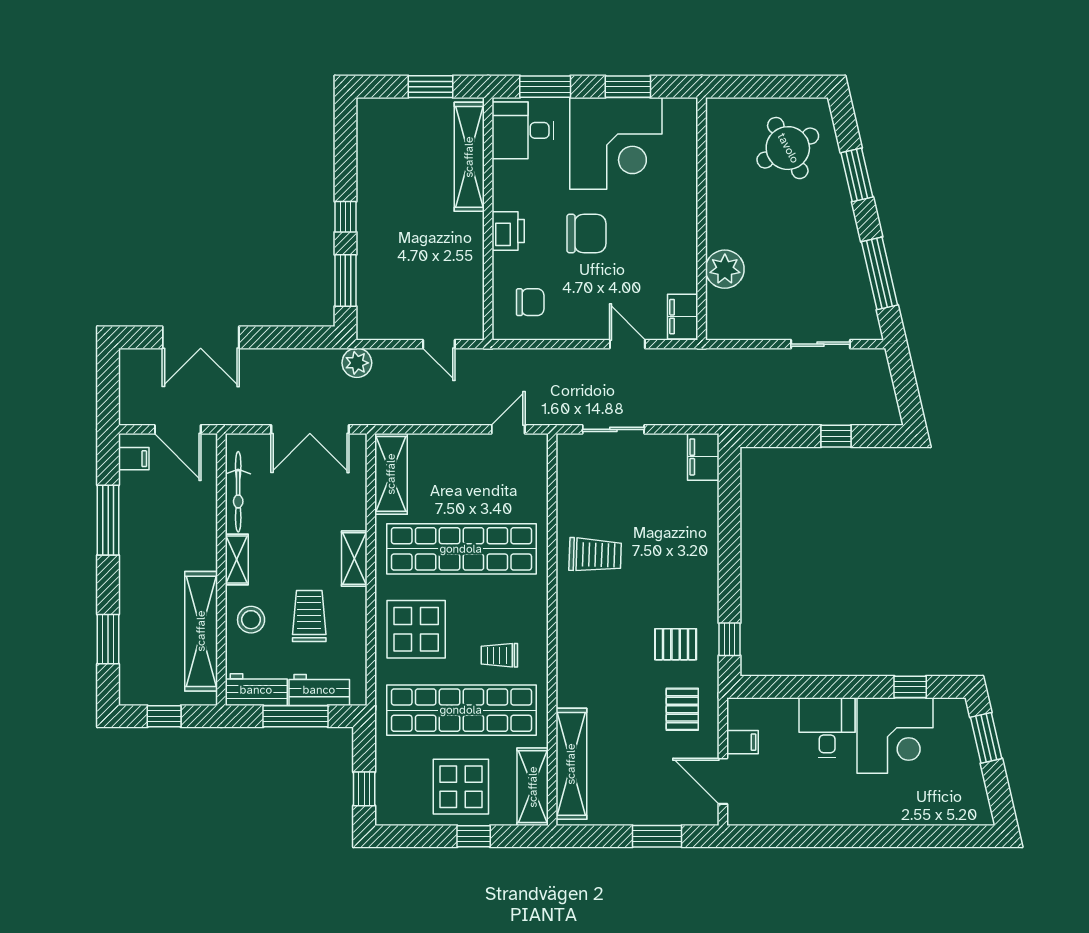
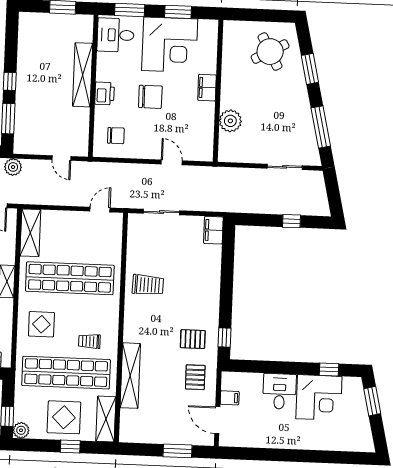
shelving: (469, 157) -> (83, 75), moved
filing cabinet: (683, 317) -> (207, 88), moved
display table: (416, 629) -> (41, 324), width x0.73, depth x0.73
shelving: (571, 764) -> (130, 376), moved
plant: (389, 812) -> (21, 430), added

